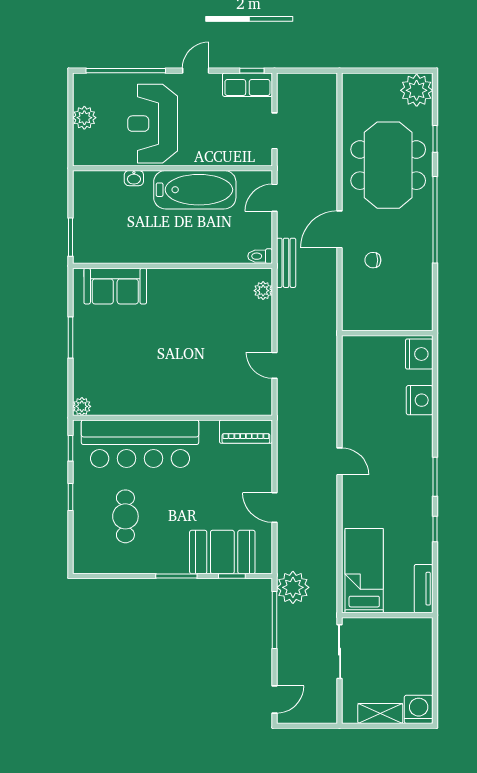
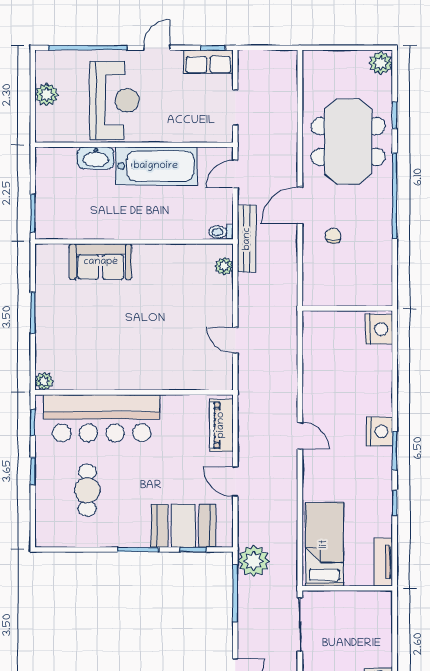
plant: (417, 90) -> (381, 63), width x0.73, depth x0.73
reception desk: (153, 124) -> (114, 100), turned 180
washbasin: (134, 178) -> (96, 158), width x1.91, depth x1.45
chair: (373, 260) -> (333, 236), turned 90
bench: (286, 263) -> (247, 239), width x1.36
sofa: (115, 286) -> (101, 262), moved
nightstand: (420, 400) -> (379, 431), moved
piano: (246, 432) -> (221, 425), moved, turned 90

